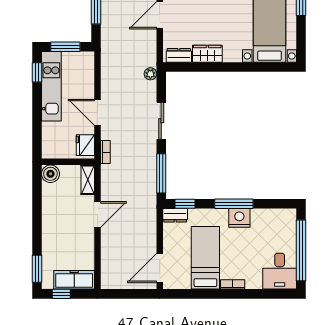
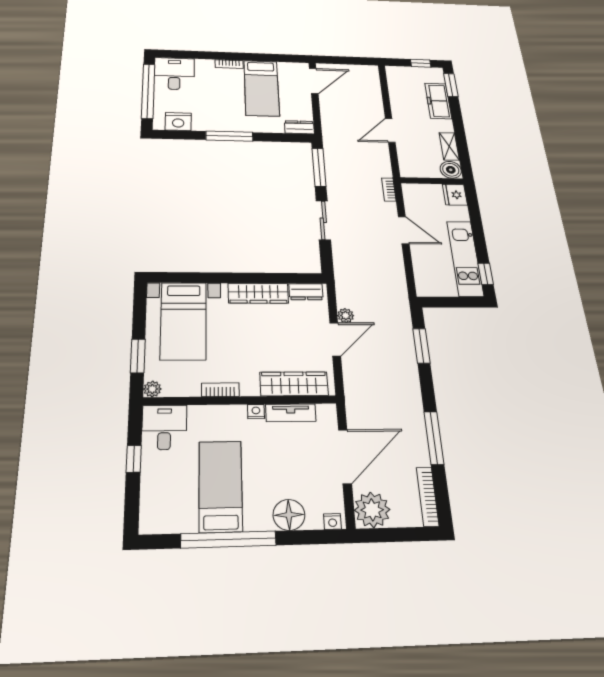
window: (65, 47) -> (455, 302), removed
wardrobe: (207, 54) -> (258, 293), width x1.50
plant: (150, 74) -> (346, 316), moved
fridge: (85, 145) -> (455, 195), moved, turned 180
shelving: (88, 180) -> (449, 146), moved
window: (185, 204) -> (288, 138), removed
nightstand: (239, 218) -> (178, 122), moved
freezer: (74, 280) -> (438, 101), moved, turned 90

